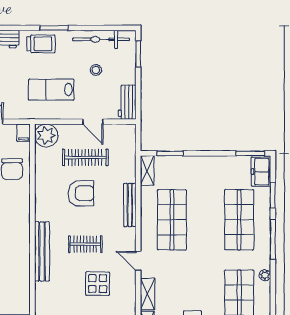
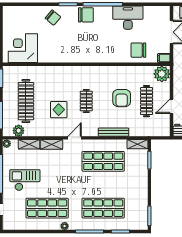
freezer: (261, 172) -> (137, 223), removed
bench: (42, 251) -> (81, 71), removed

